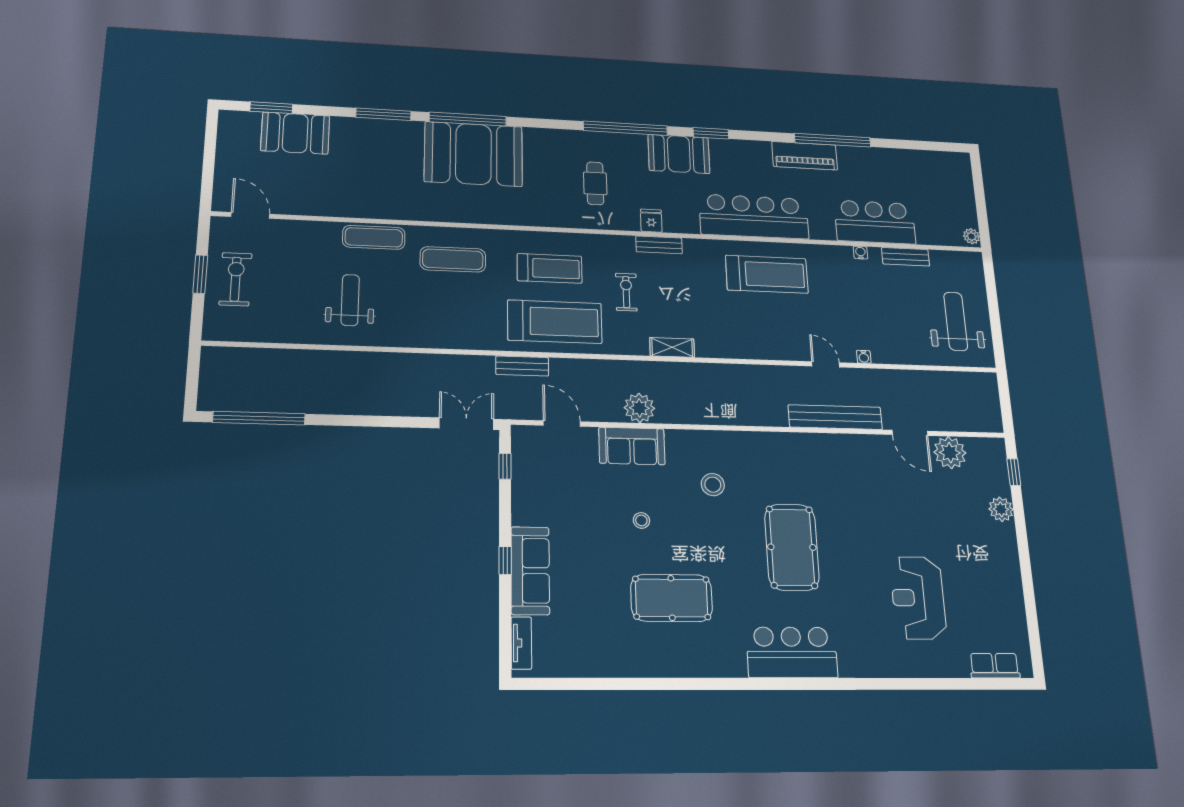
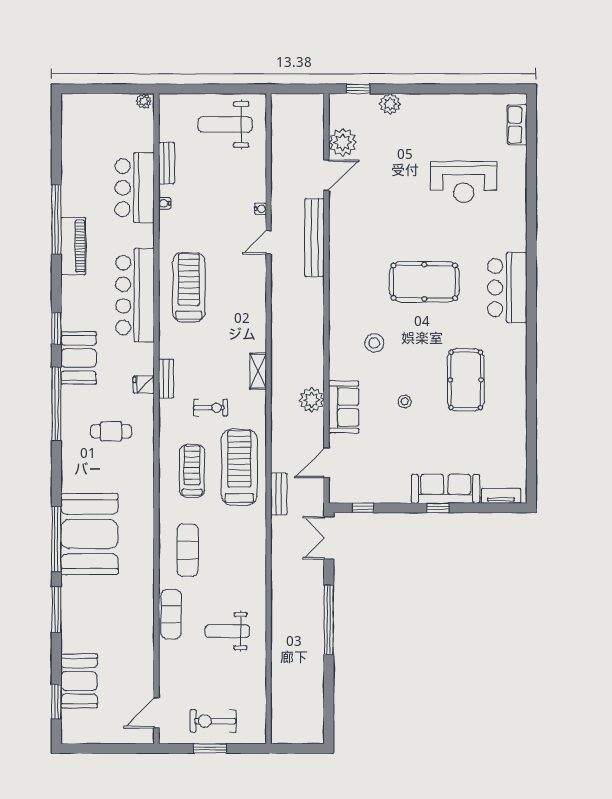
exercise bike: (626, 292) -> (210, 408), turned 180
window: (259, 418) -> (329, 620), moved

